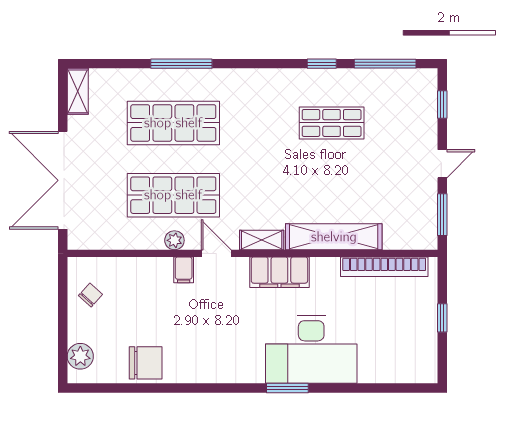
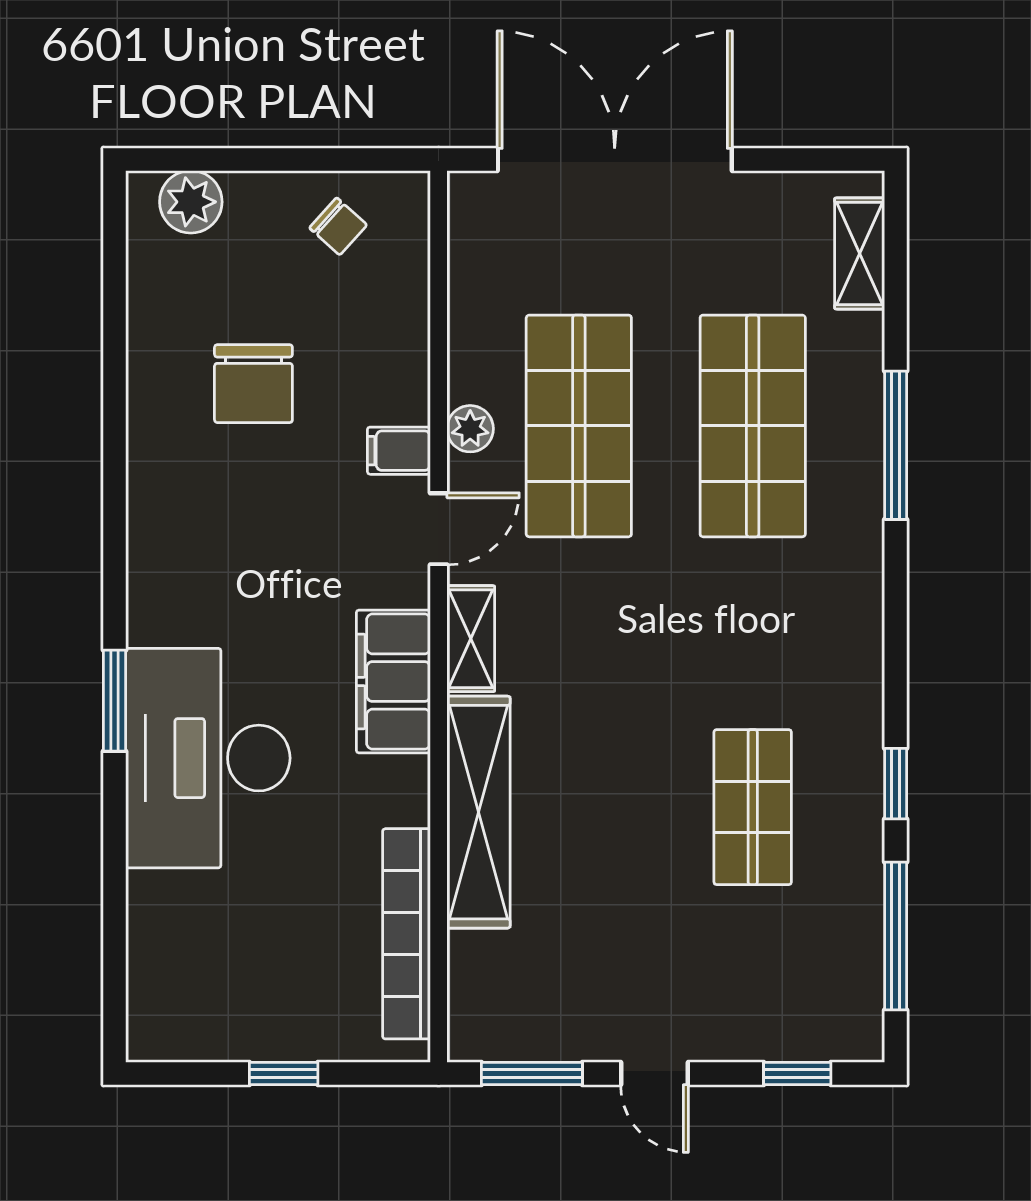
shelving: (78, 91) -> (860, 253), moved, turned 90
chair: (146, 363) -> (253, 384), moved

